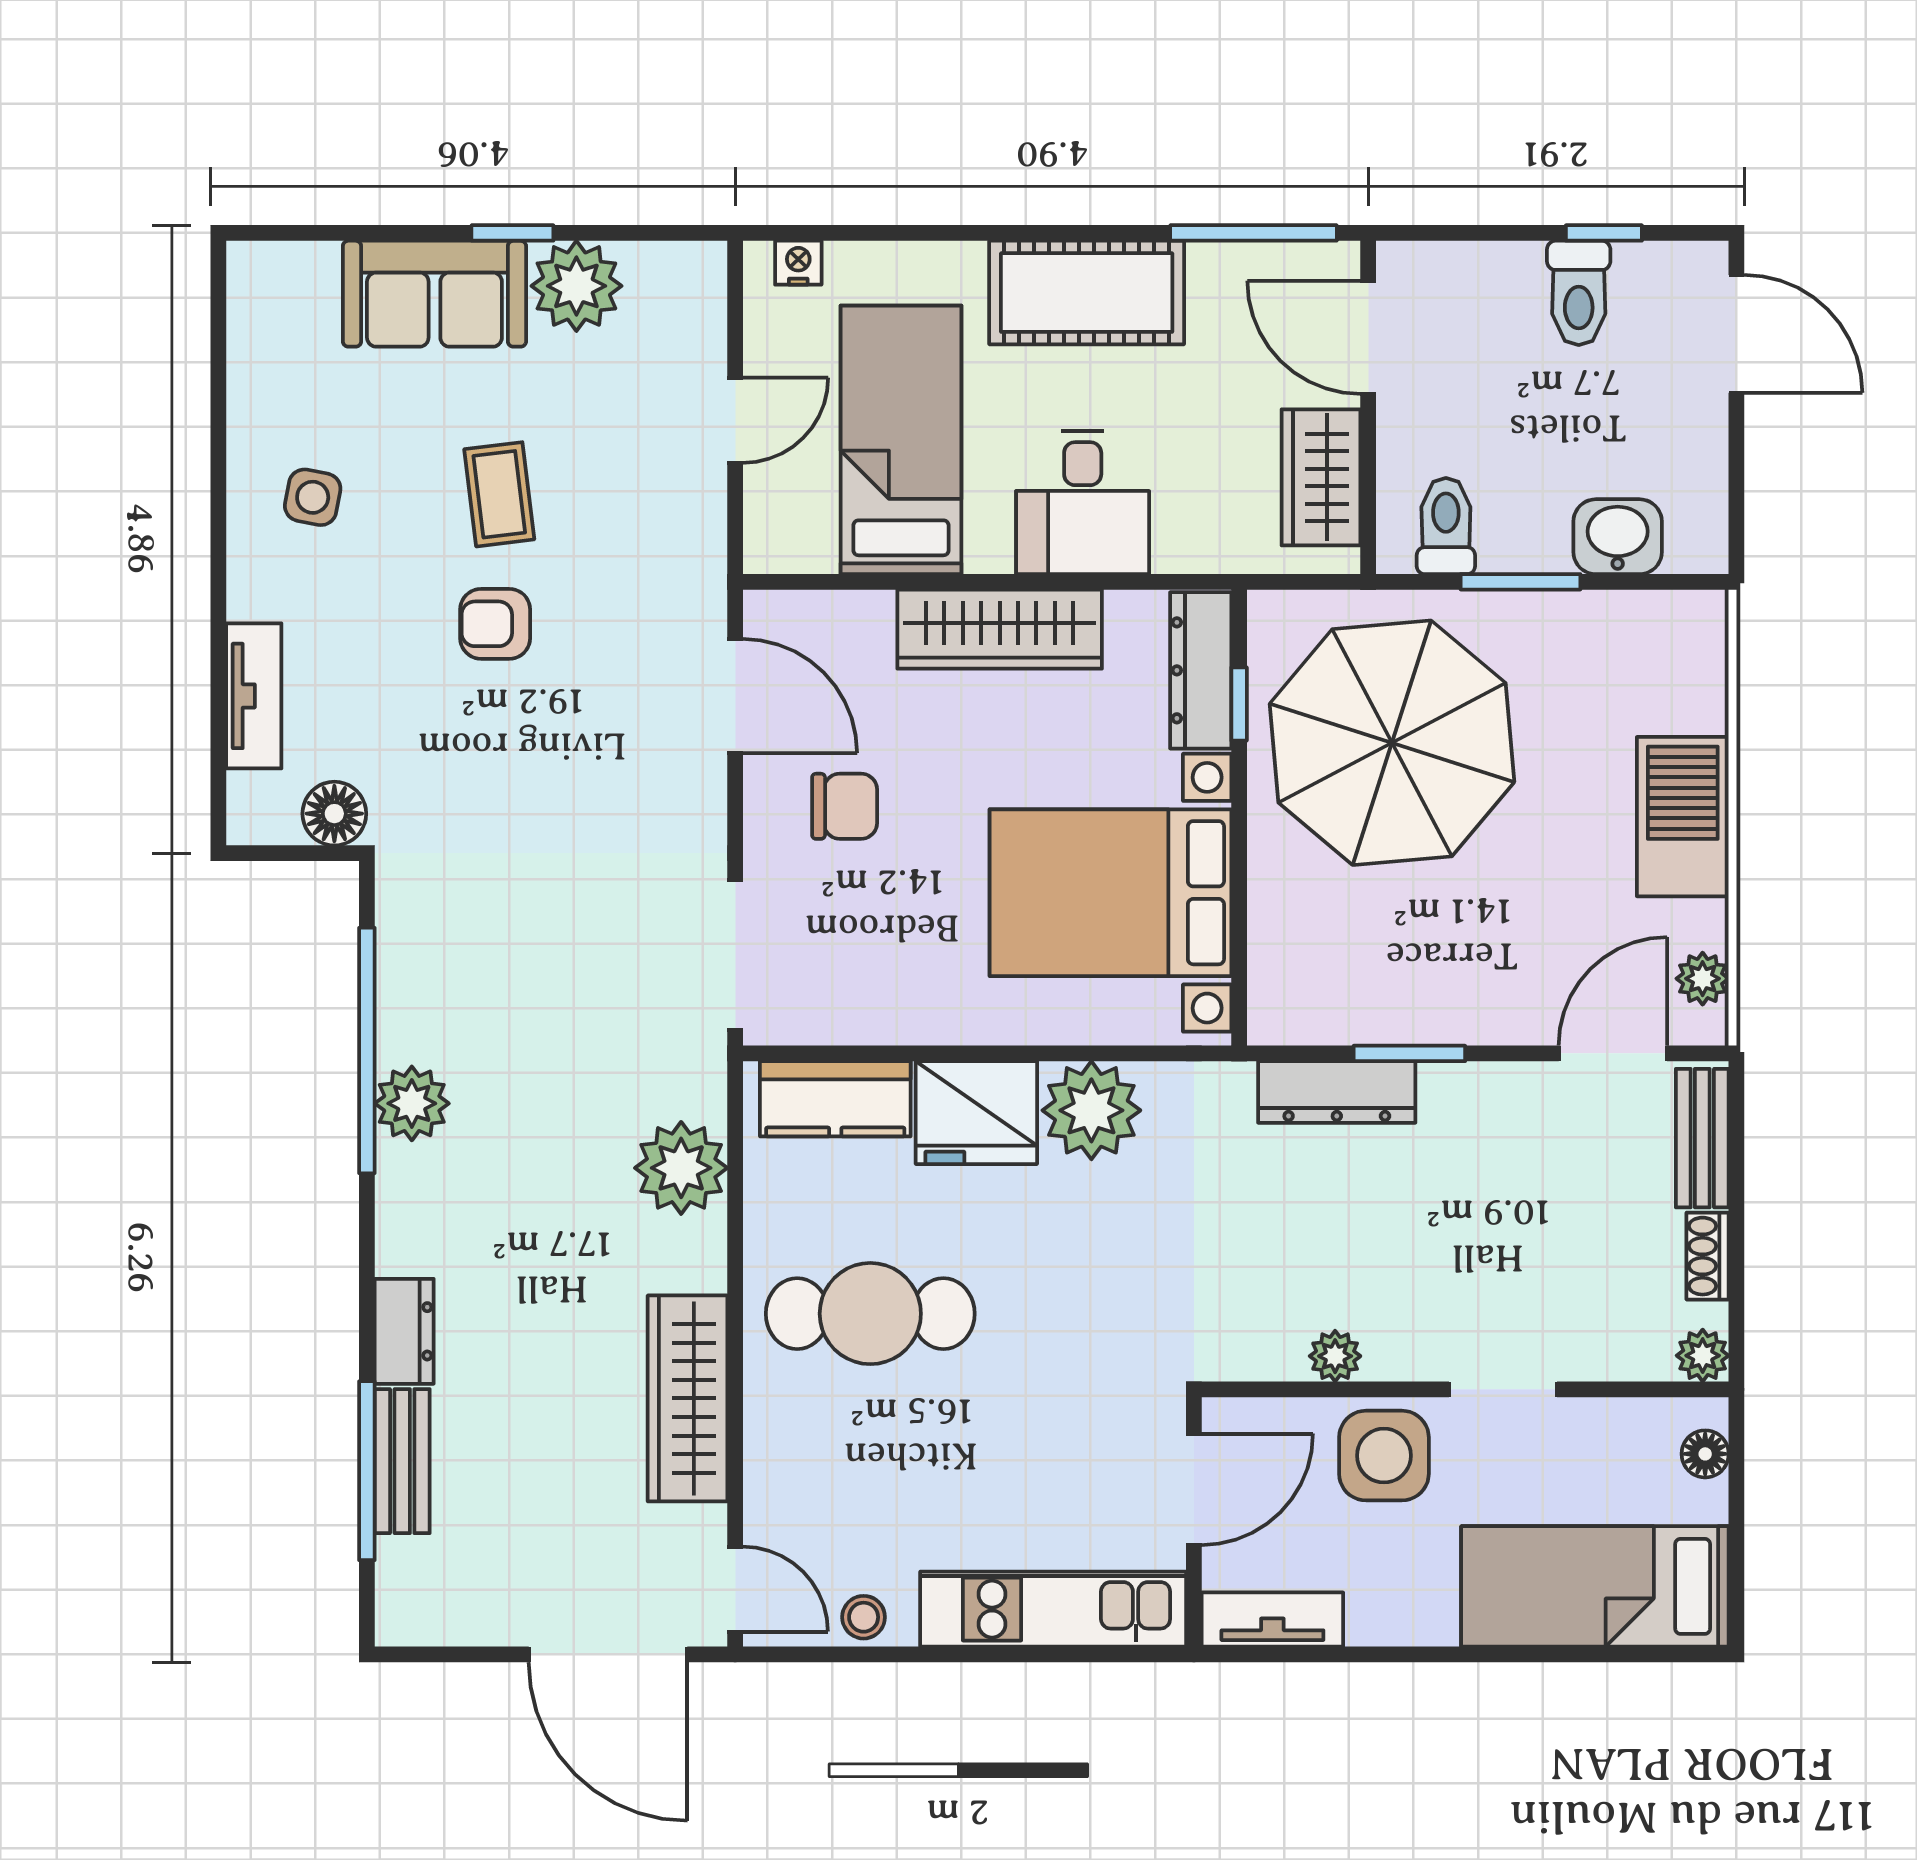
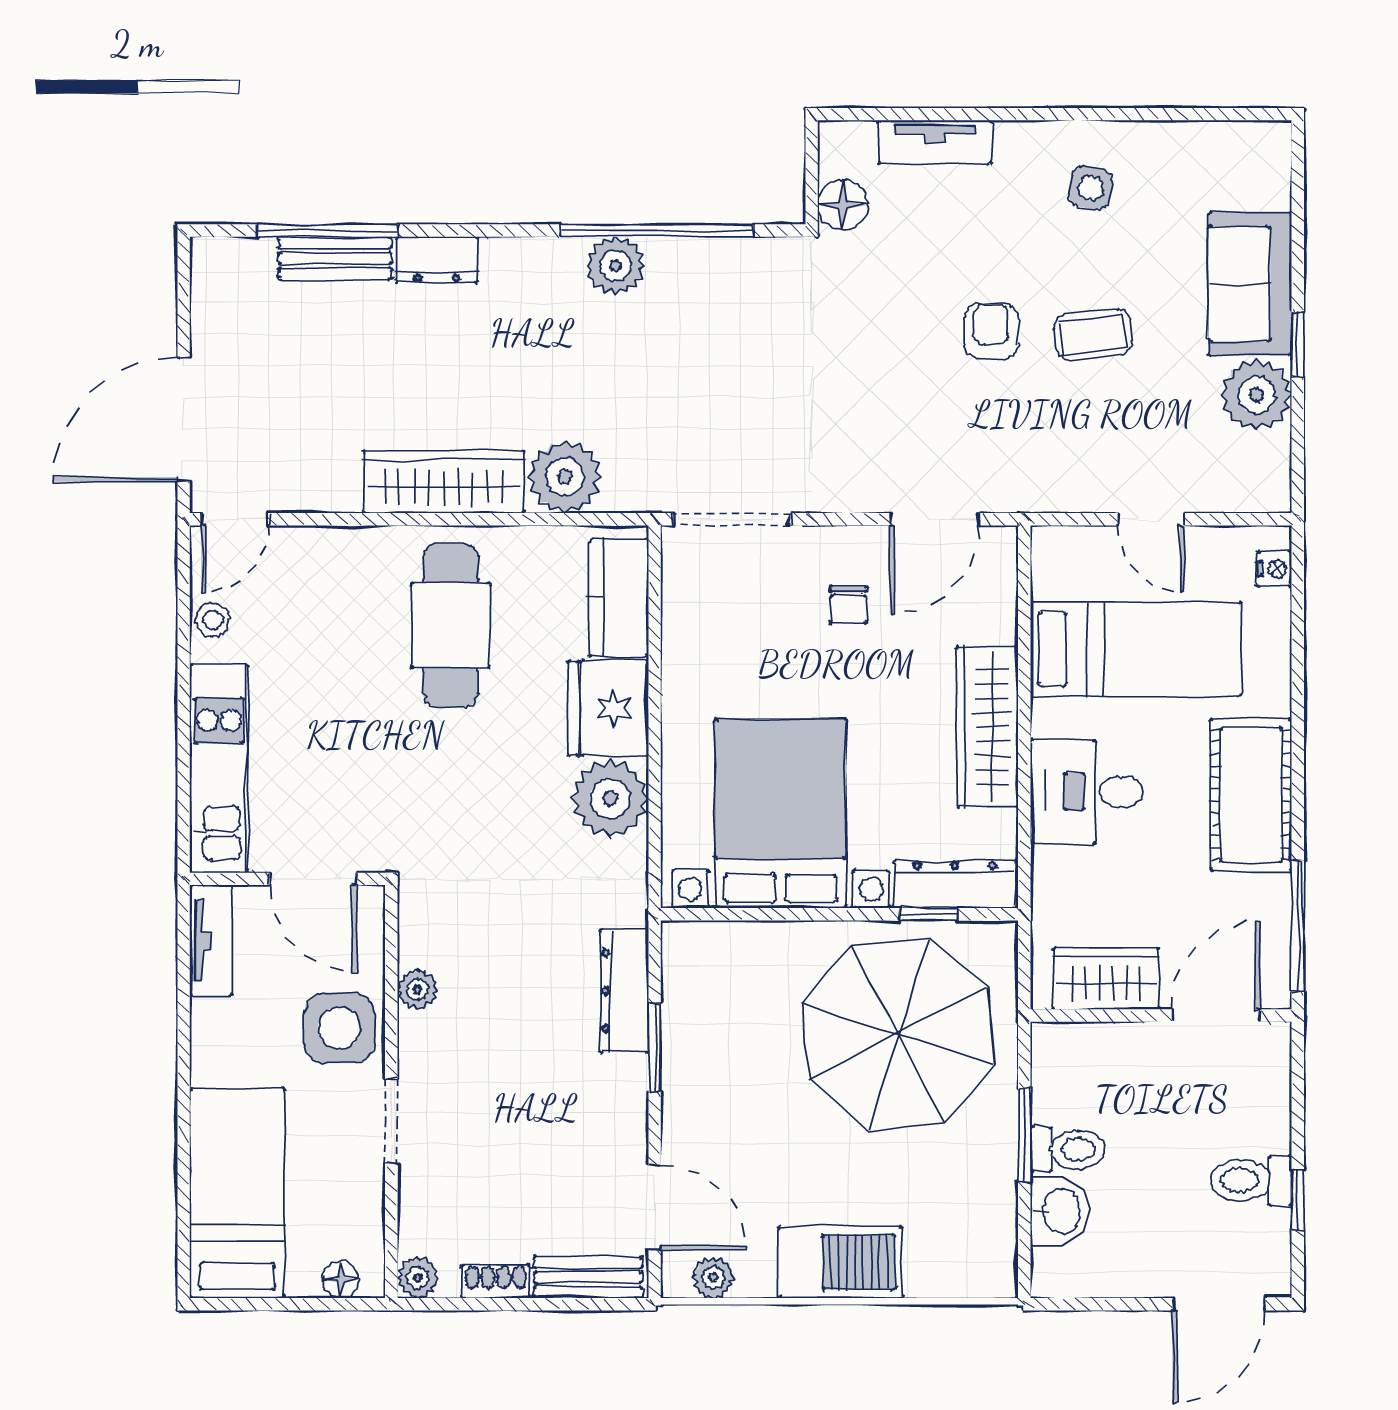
toilet: (1446, 526) -> (1068, 1149), moved
chair: (845, 806) -> (848, 605), width x0.73, depth x0.73
wardrobe: (688, 1398) -> (444, 482), moved

